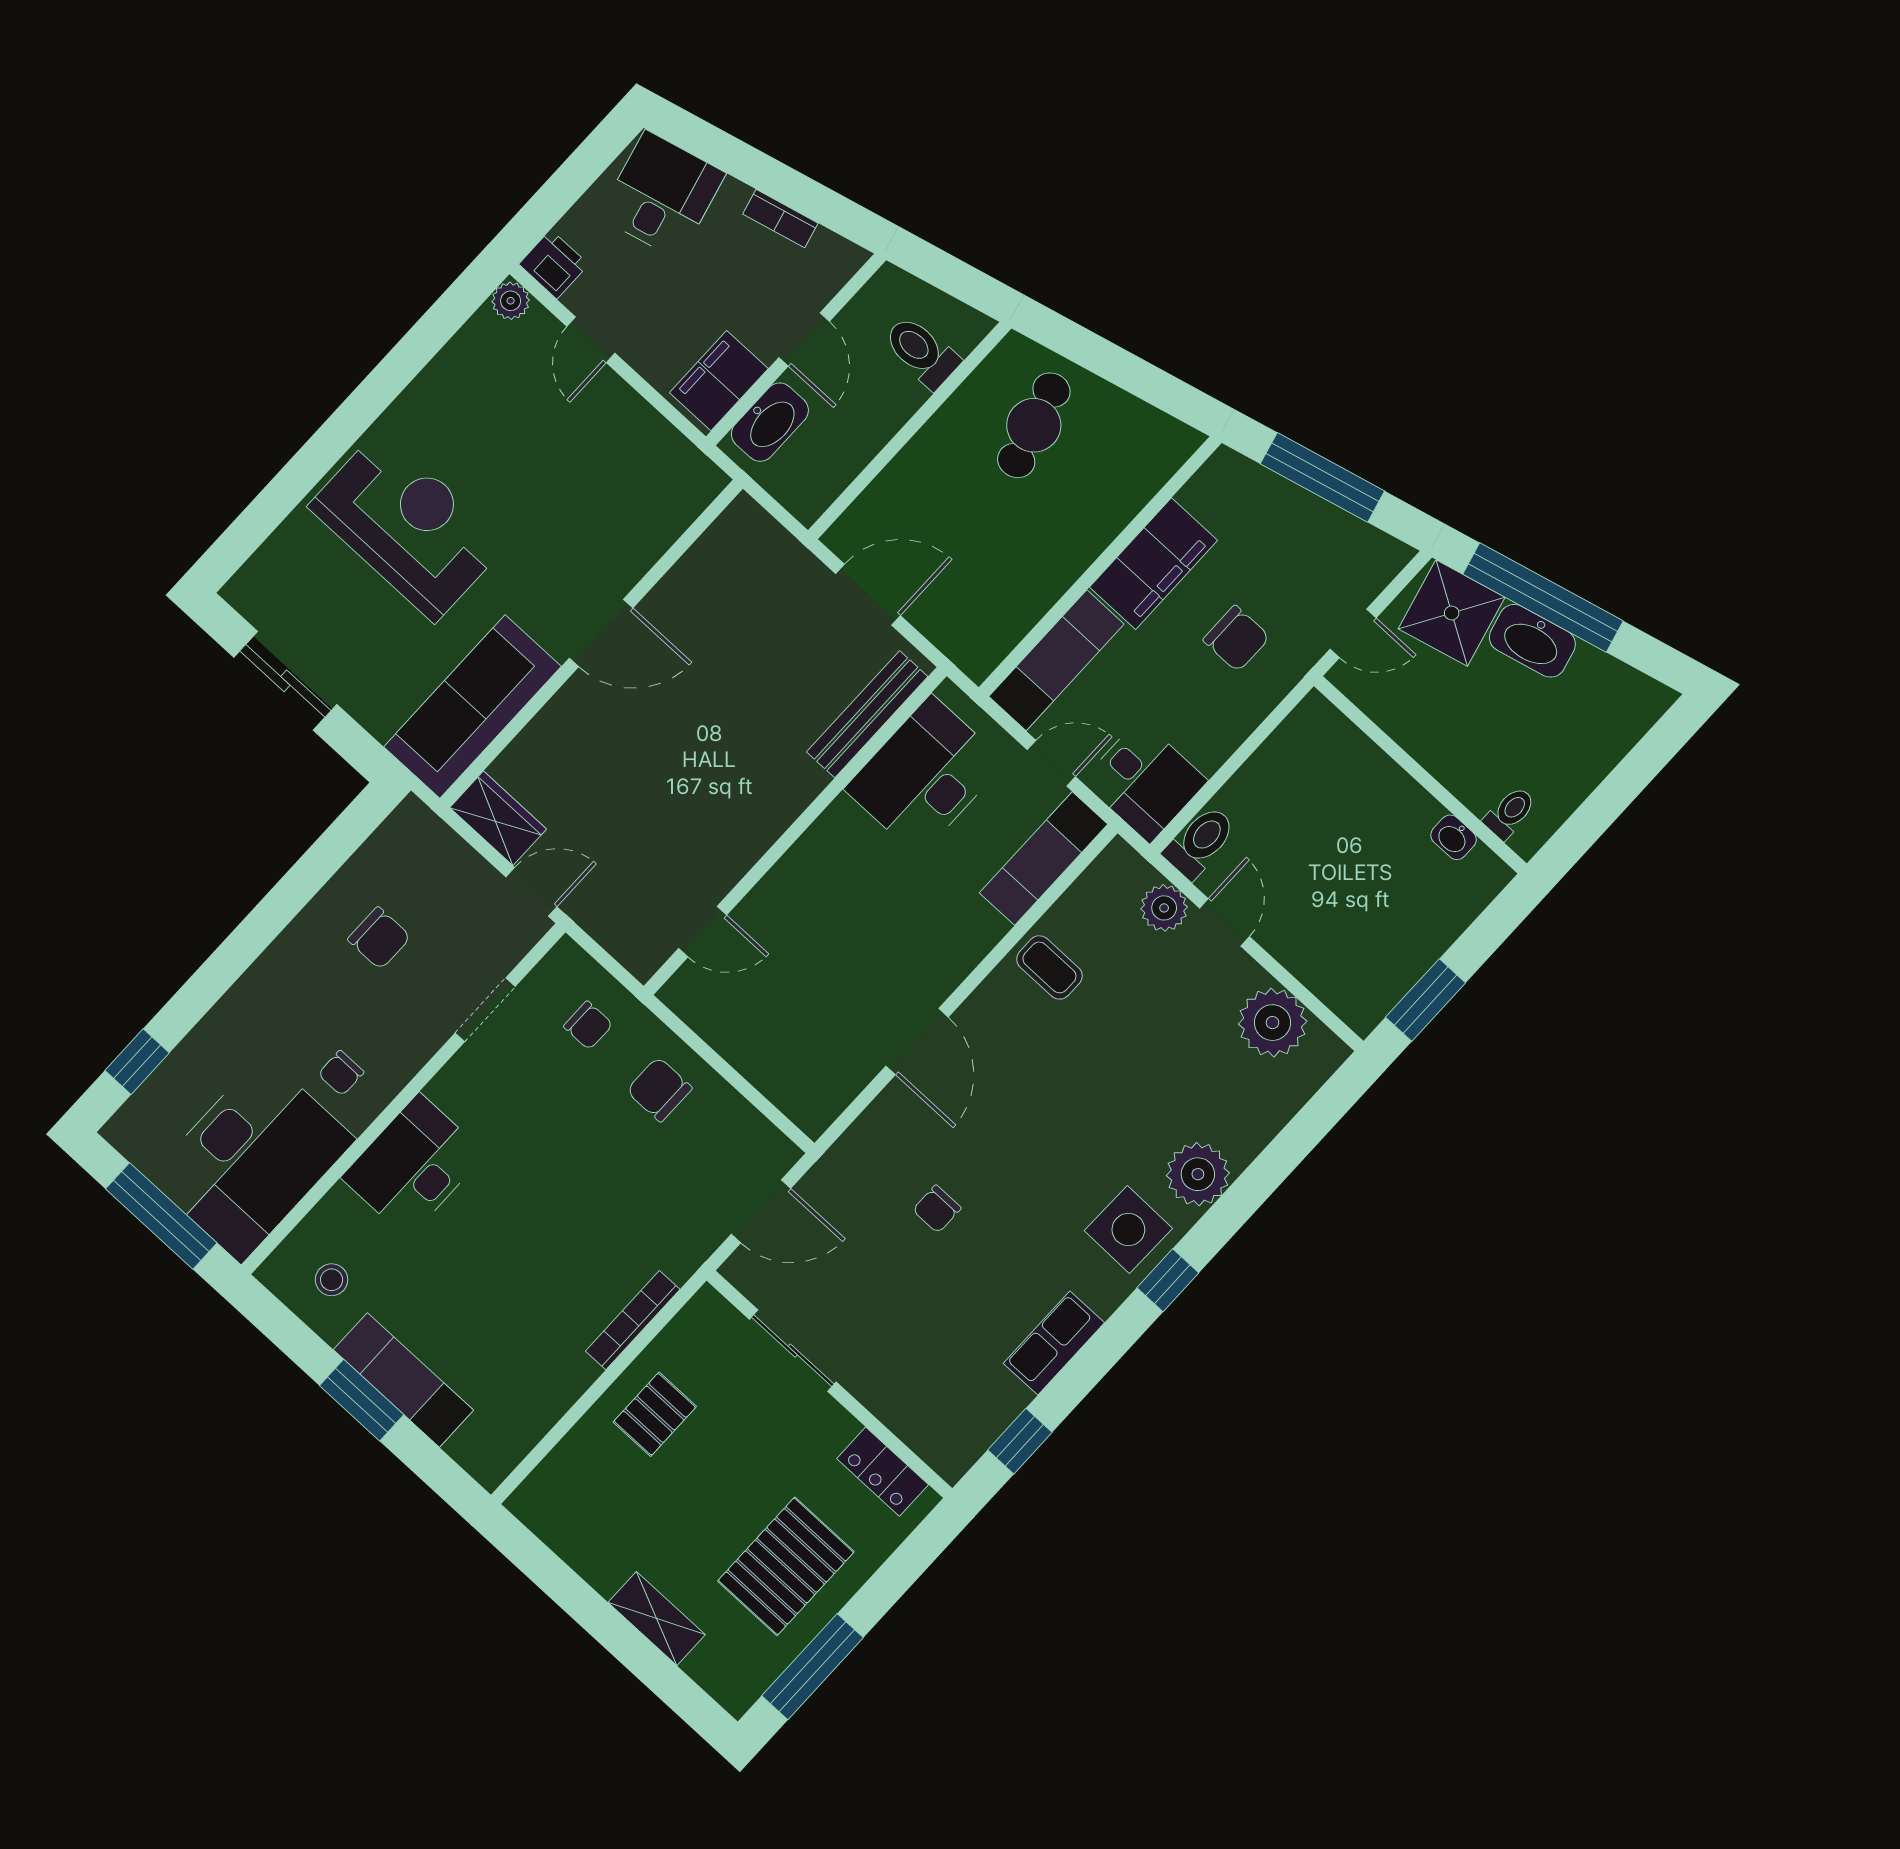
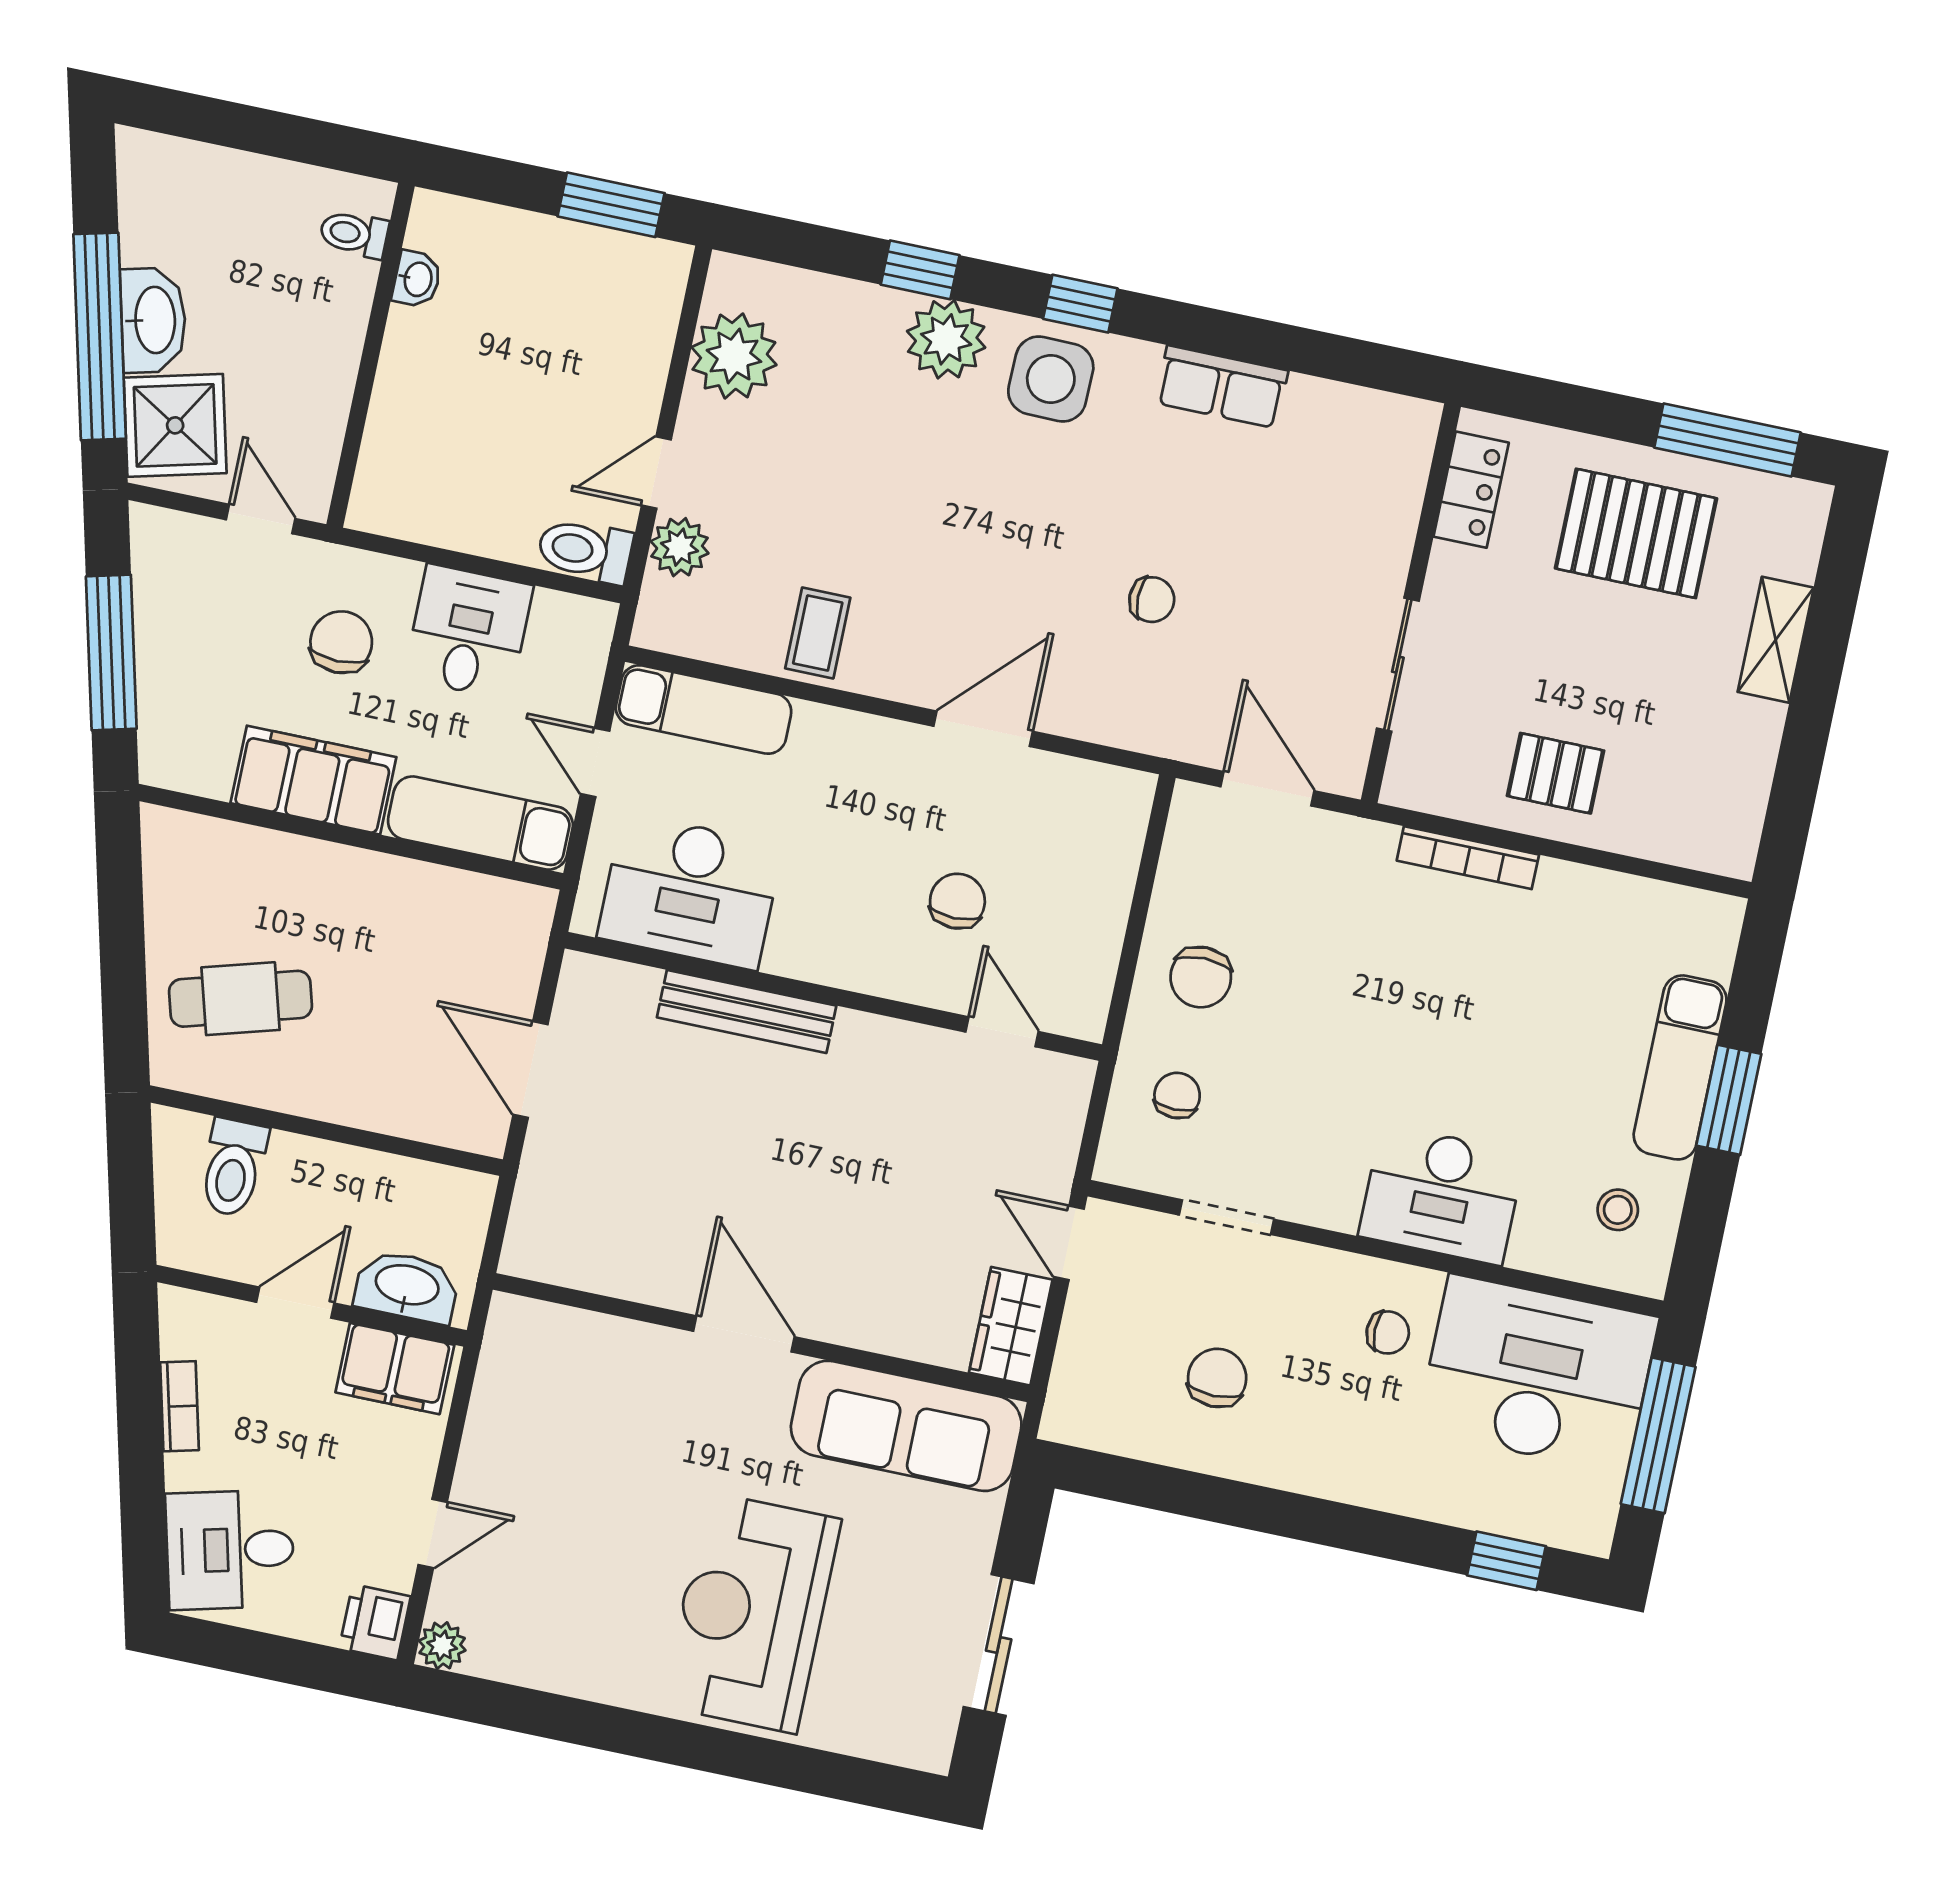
bench: (867, 714) -> (747, 1011), moved
desk: (1145, 781) -> (468, 632), moved
chair: (810, 954) -> (957, 901), added
window: (1020, 1441) -> (920, 270), moved

